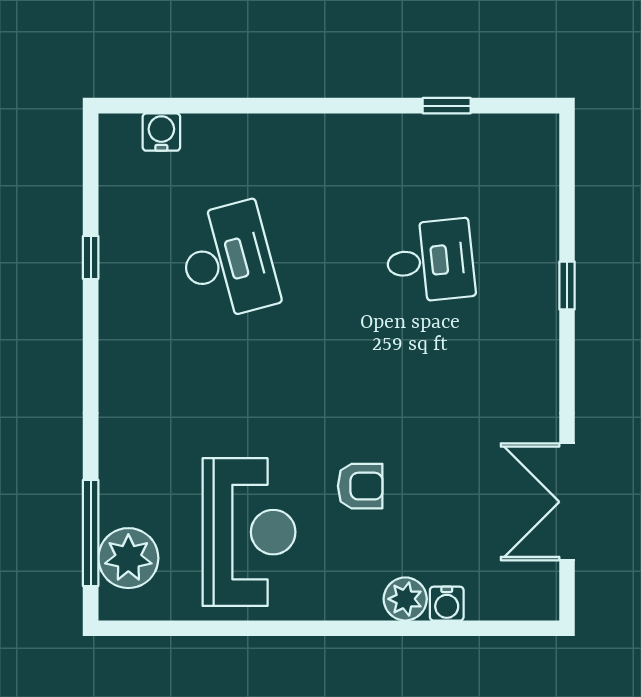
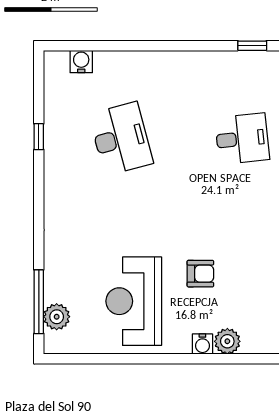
reception desk: (249, 532) -> (134, 301), turned 180
plant: (128, 558) -> (57, 317), width x0.73, depth x0.73
water cooler: (447, 604) -> (202, 344), moved

